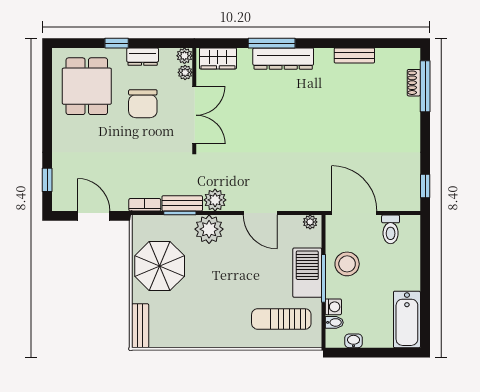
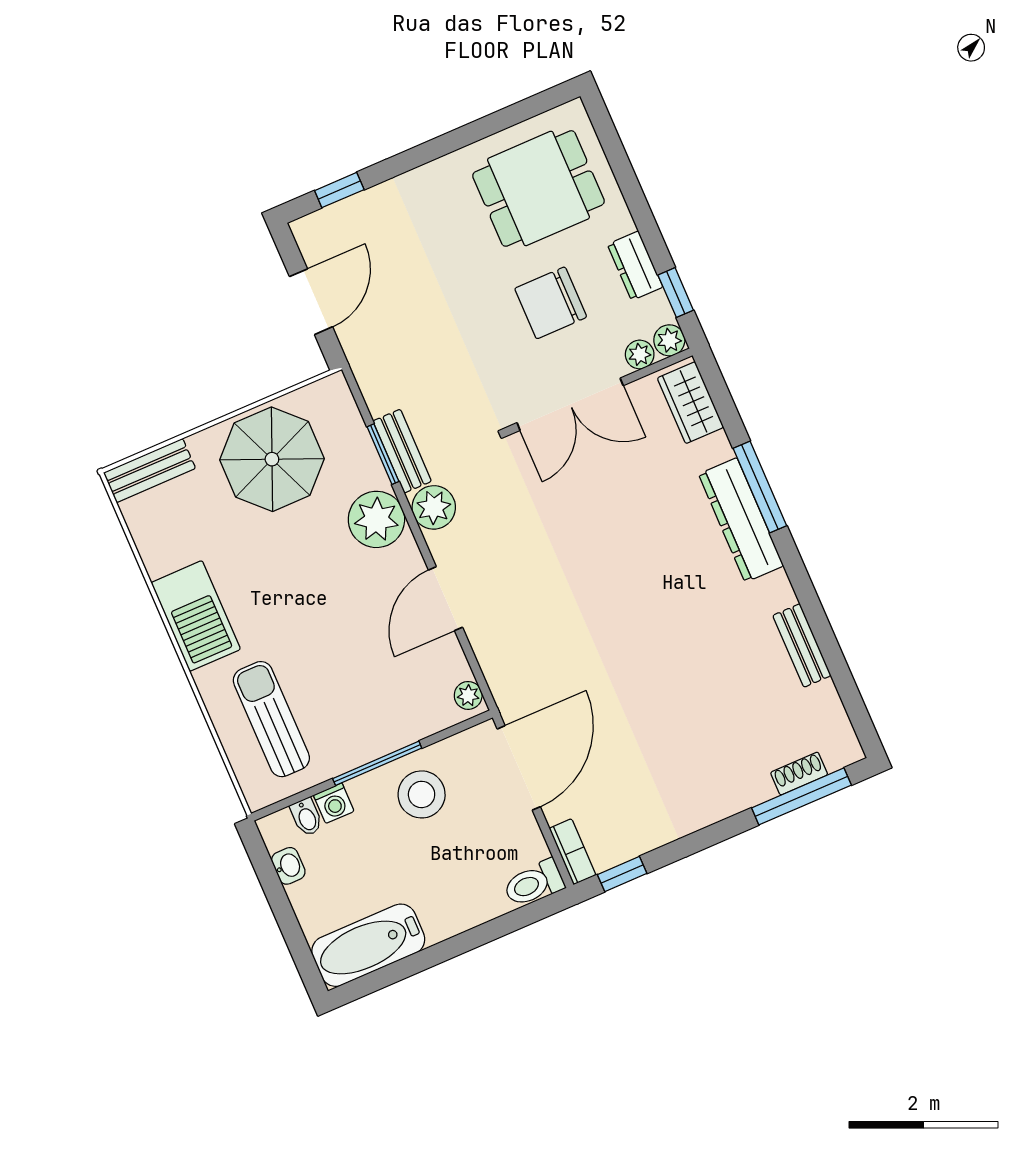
window: (117, 43) -> (676, 293), moved
bookcase: (145, 205) -> (573, 852), moved
toilet: (391, 229) -> (534, 883), moved
barbecue: (307, 273) -> (196, 616), moved, turned 90

